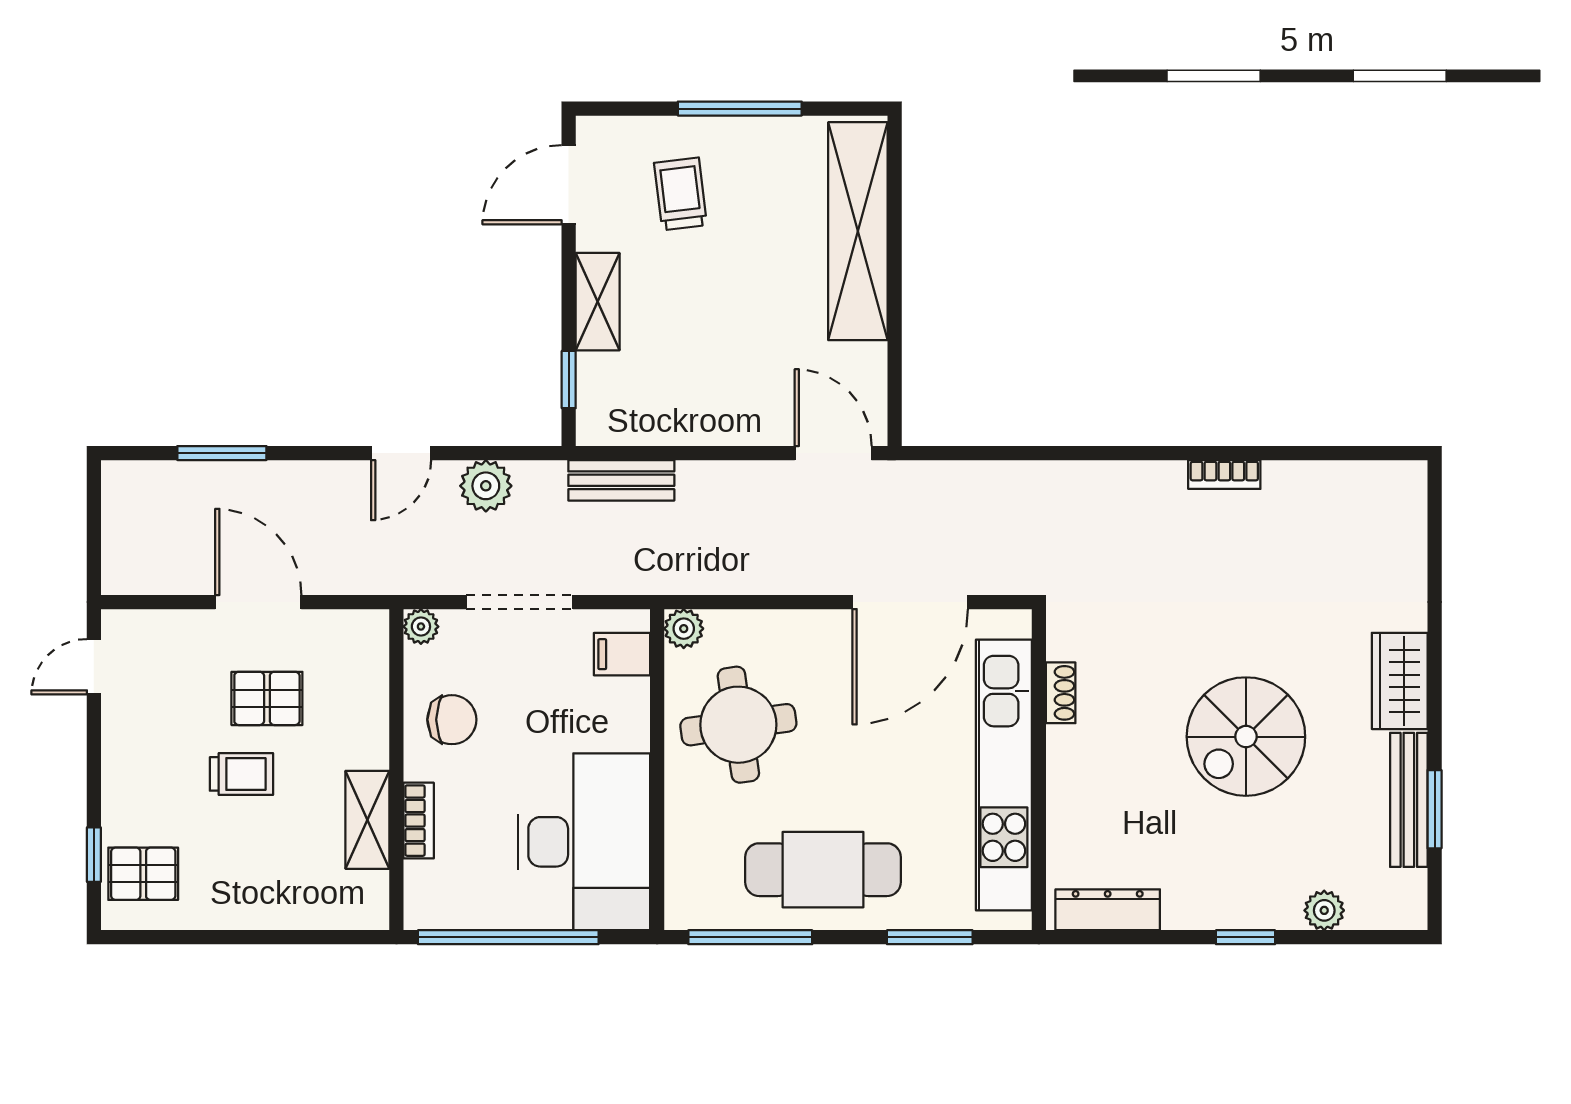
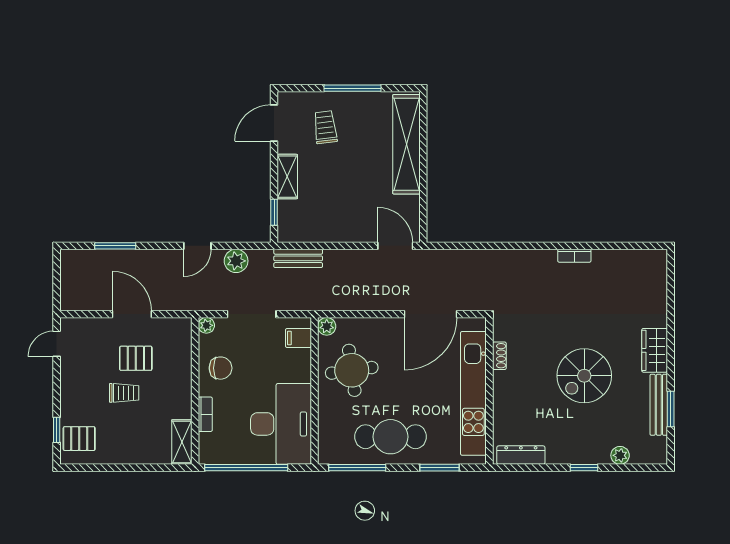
shelving: (367, 820) -> (182, 442), moved

